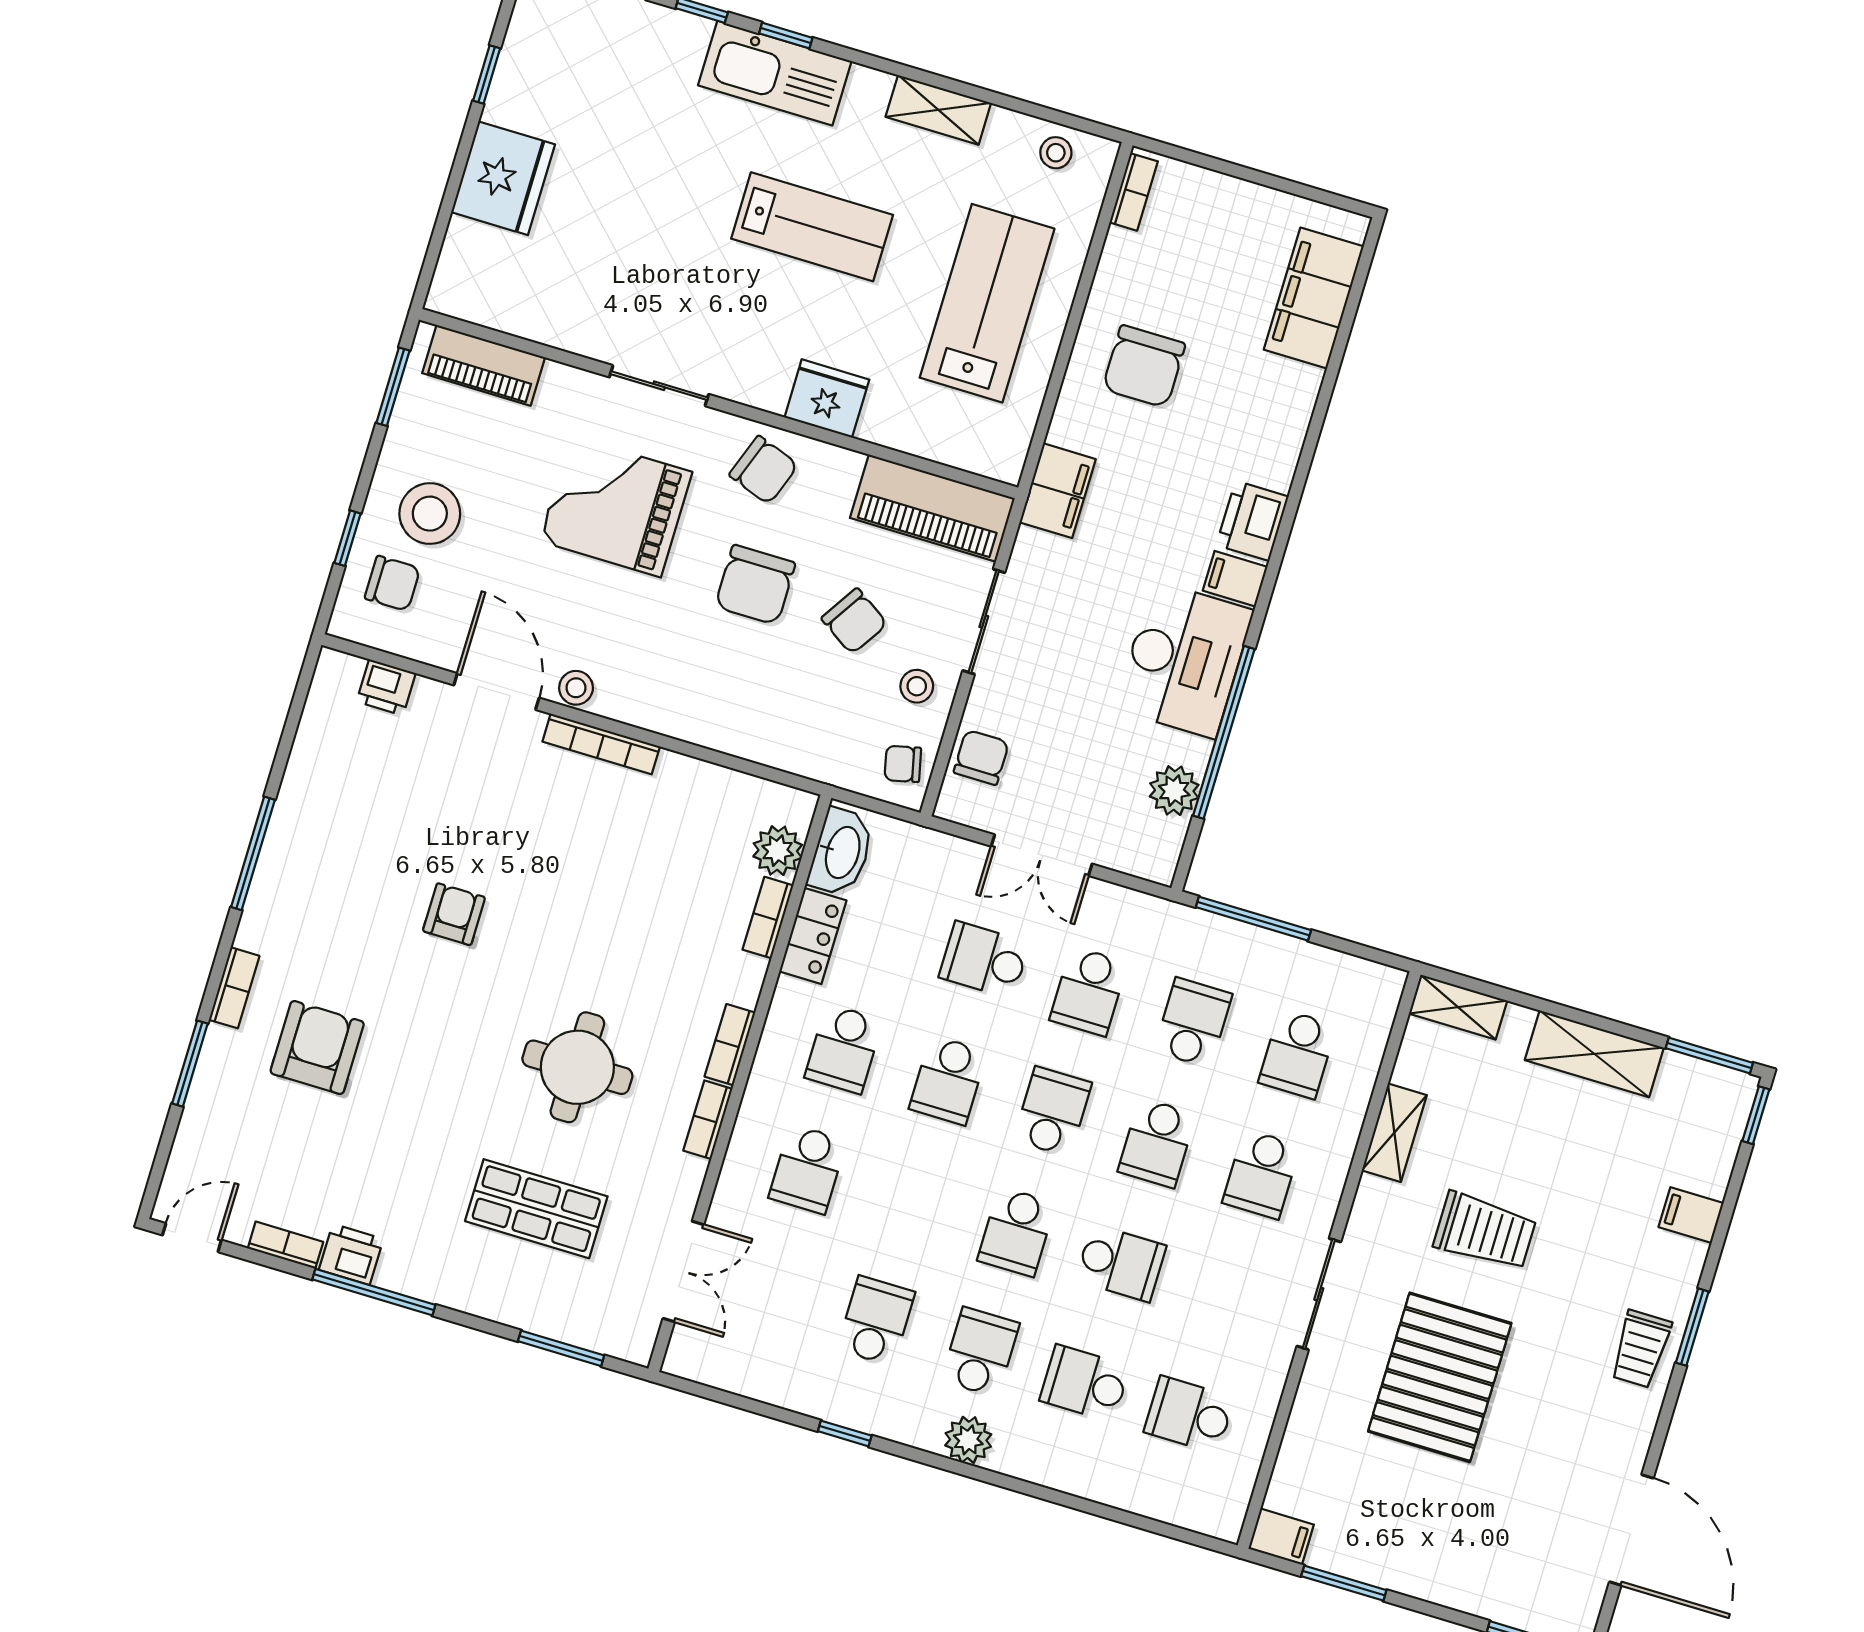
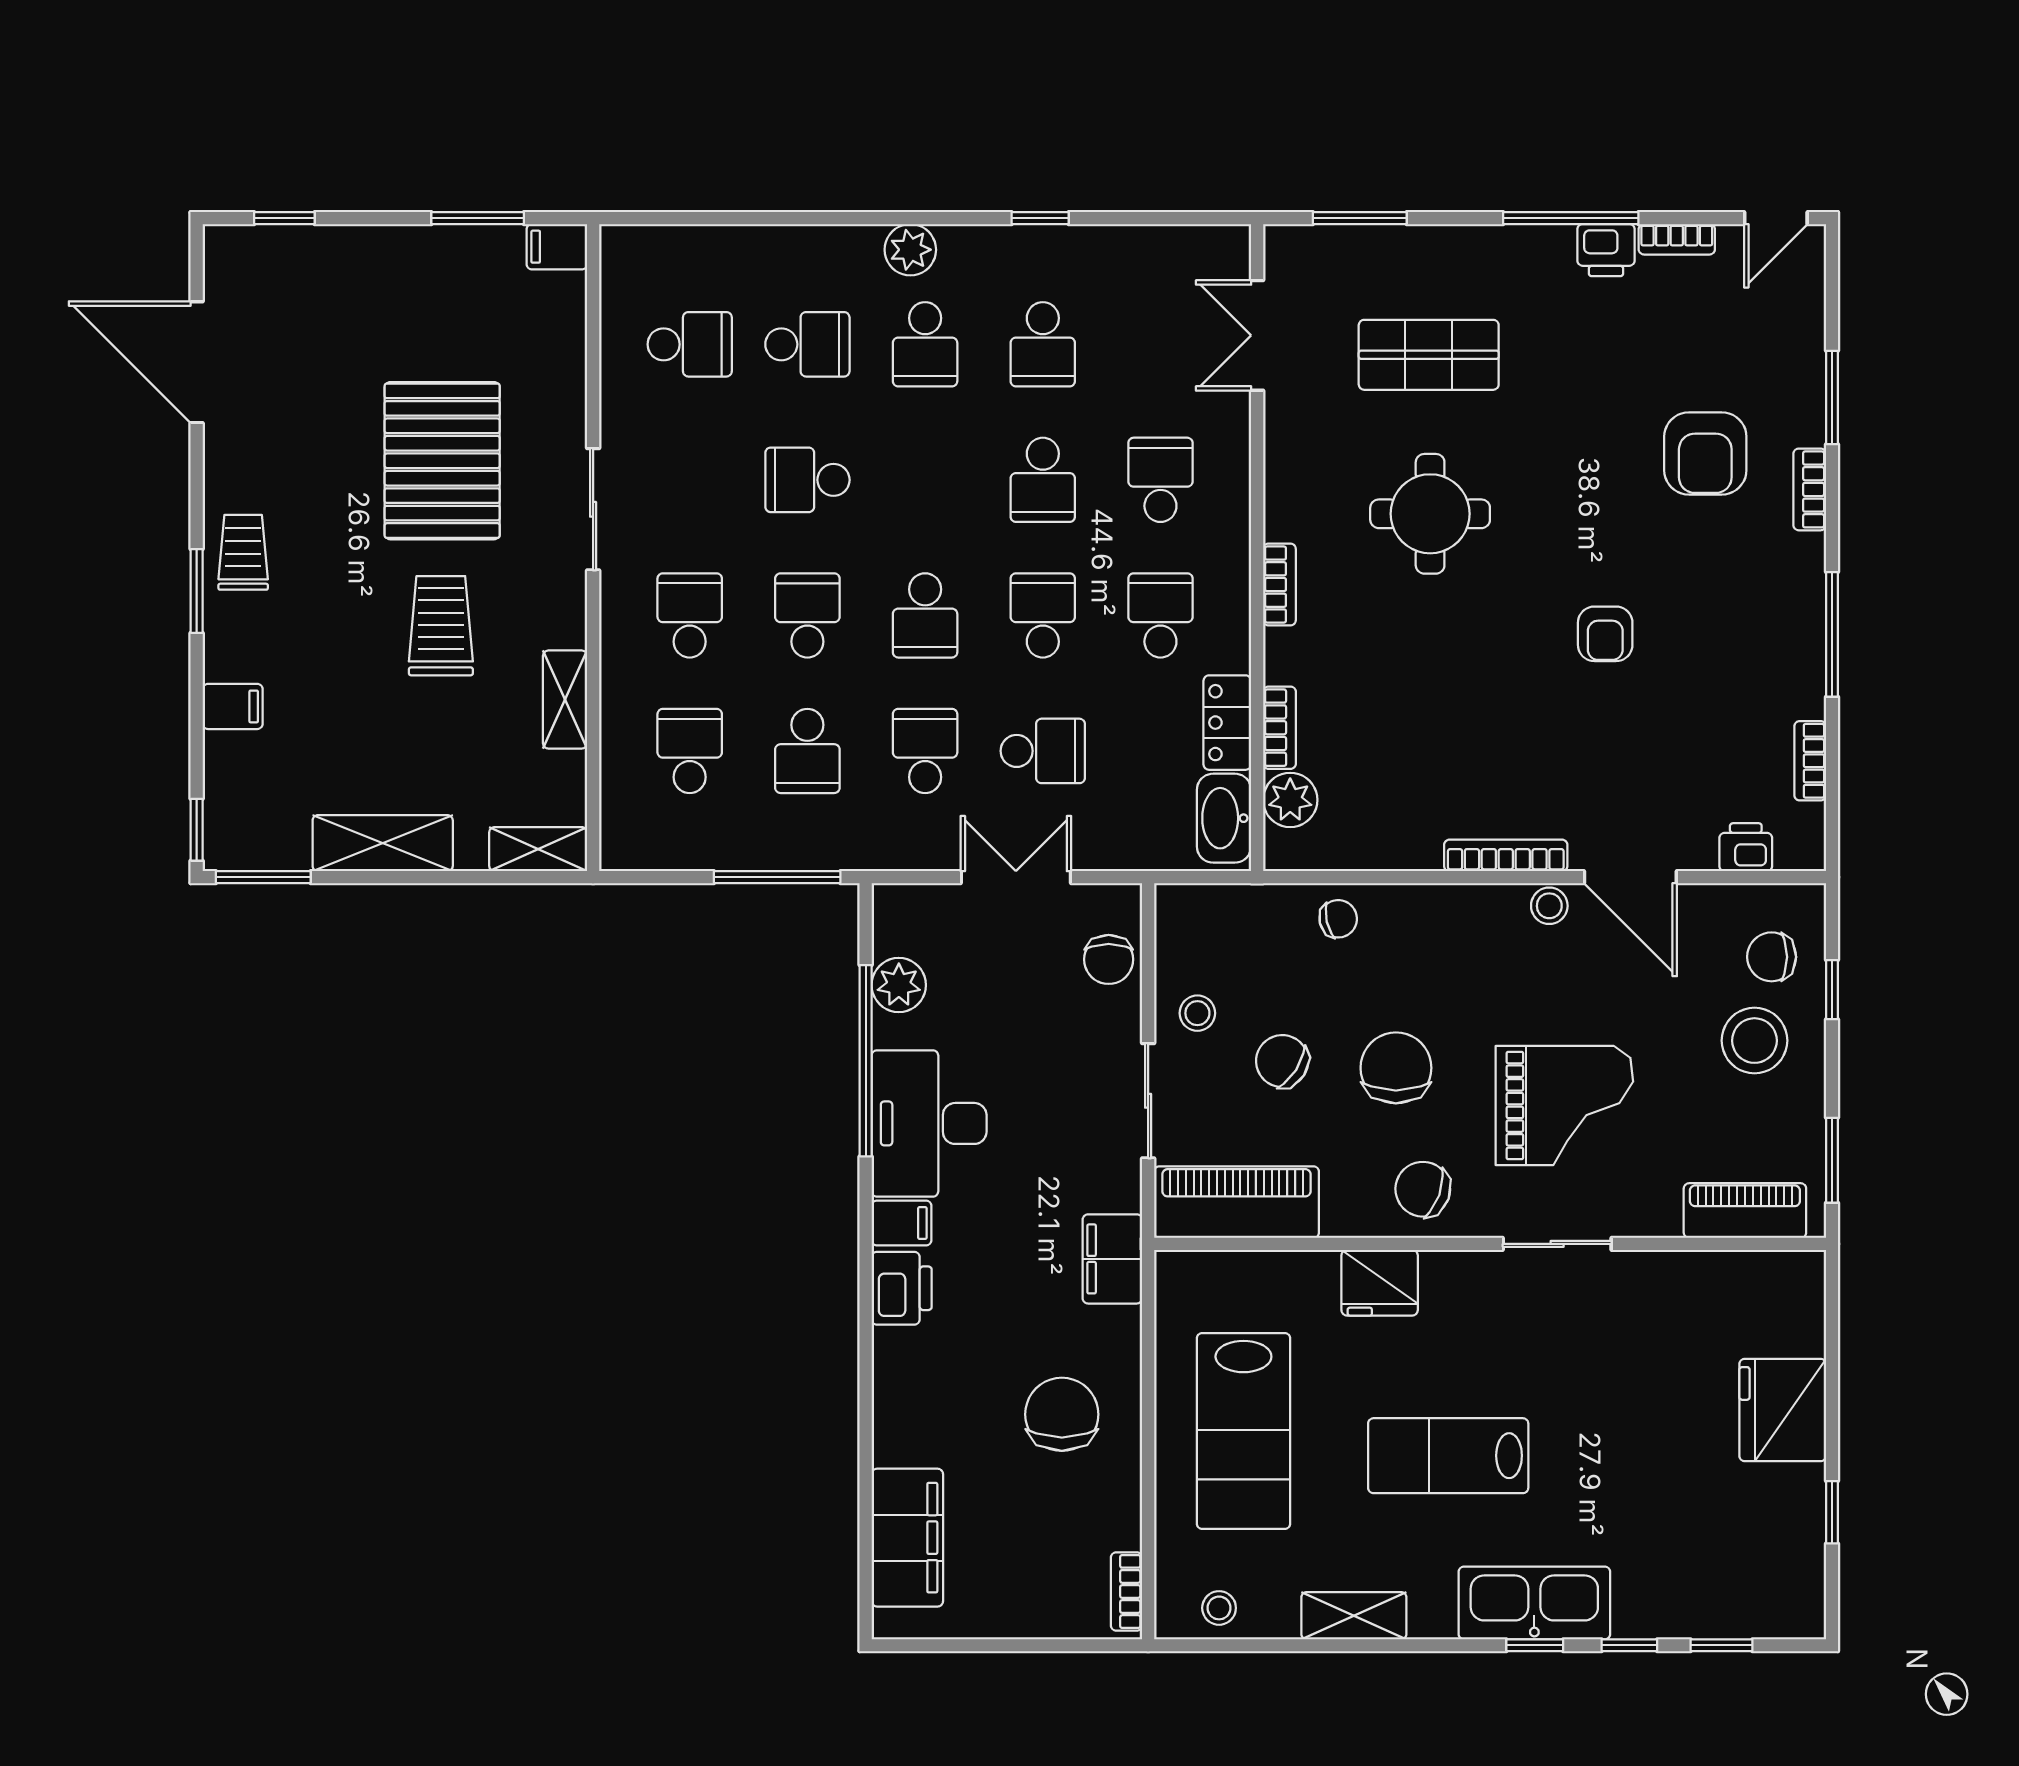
chair: (903, 764) -> (1338, 919), moved
bookcase: (708, 1120) -> (1810, 761), moved, turned 180
trolley: (1485, 1231) -> (441, 626), turned 90
school desk: (1016, 1232) -> (1043, 480), moved, turned 180

